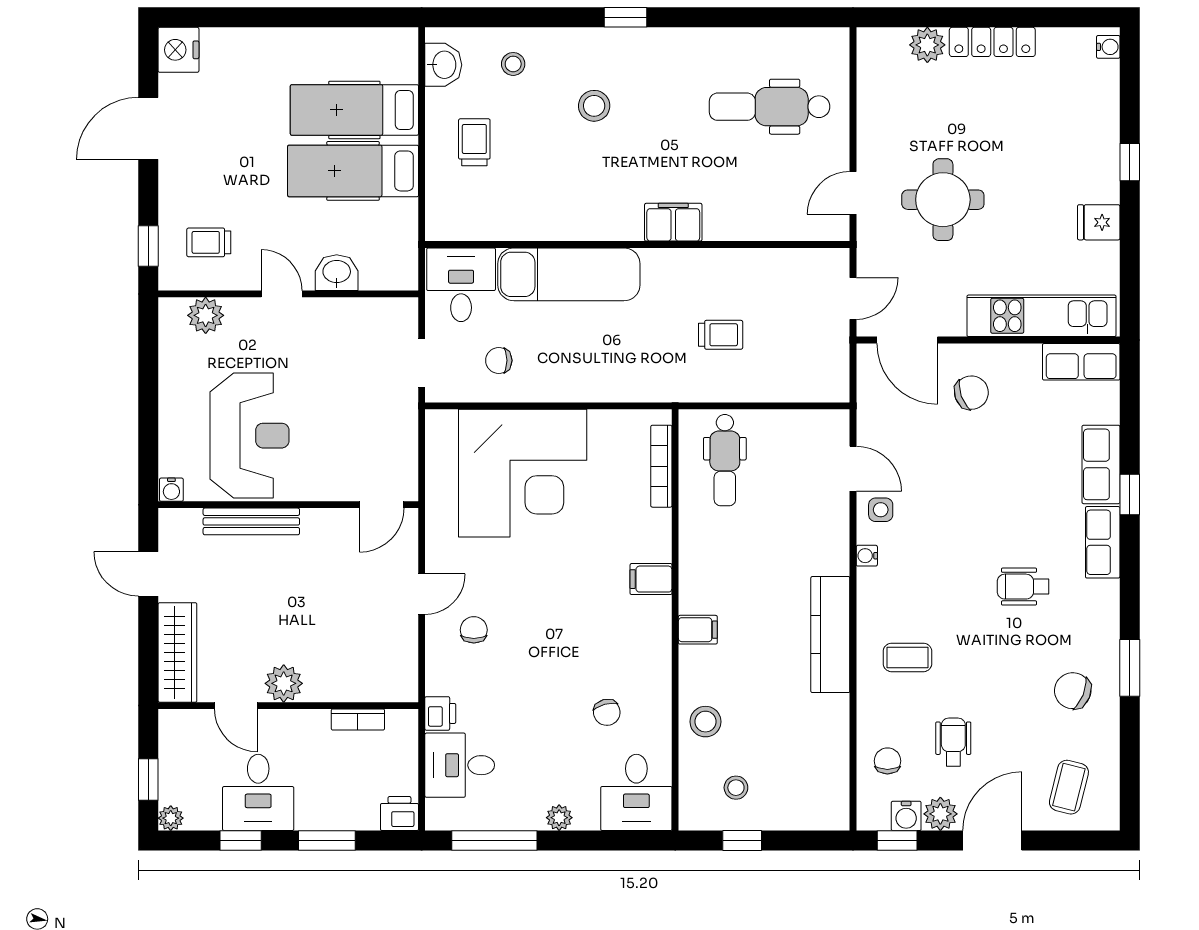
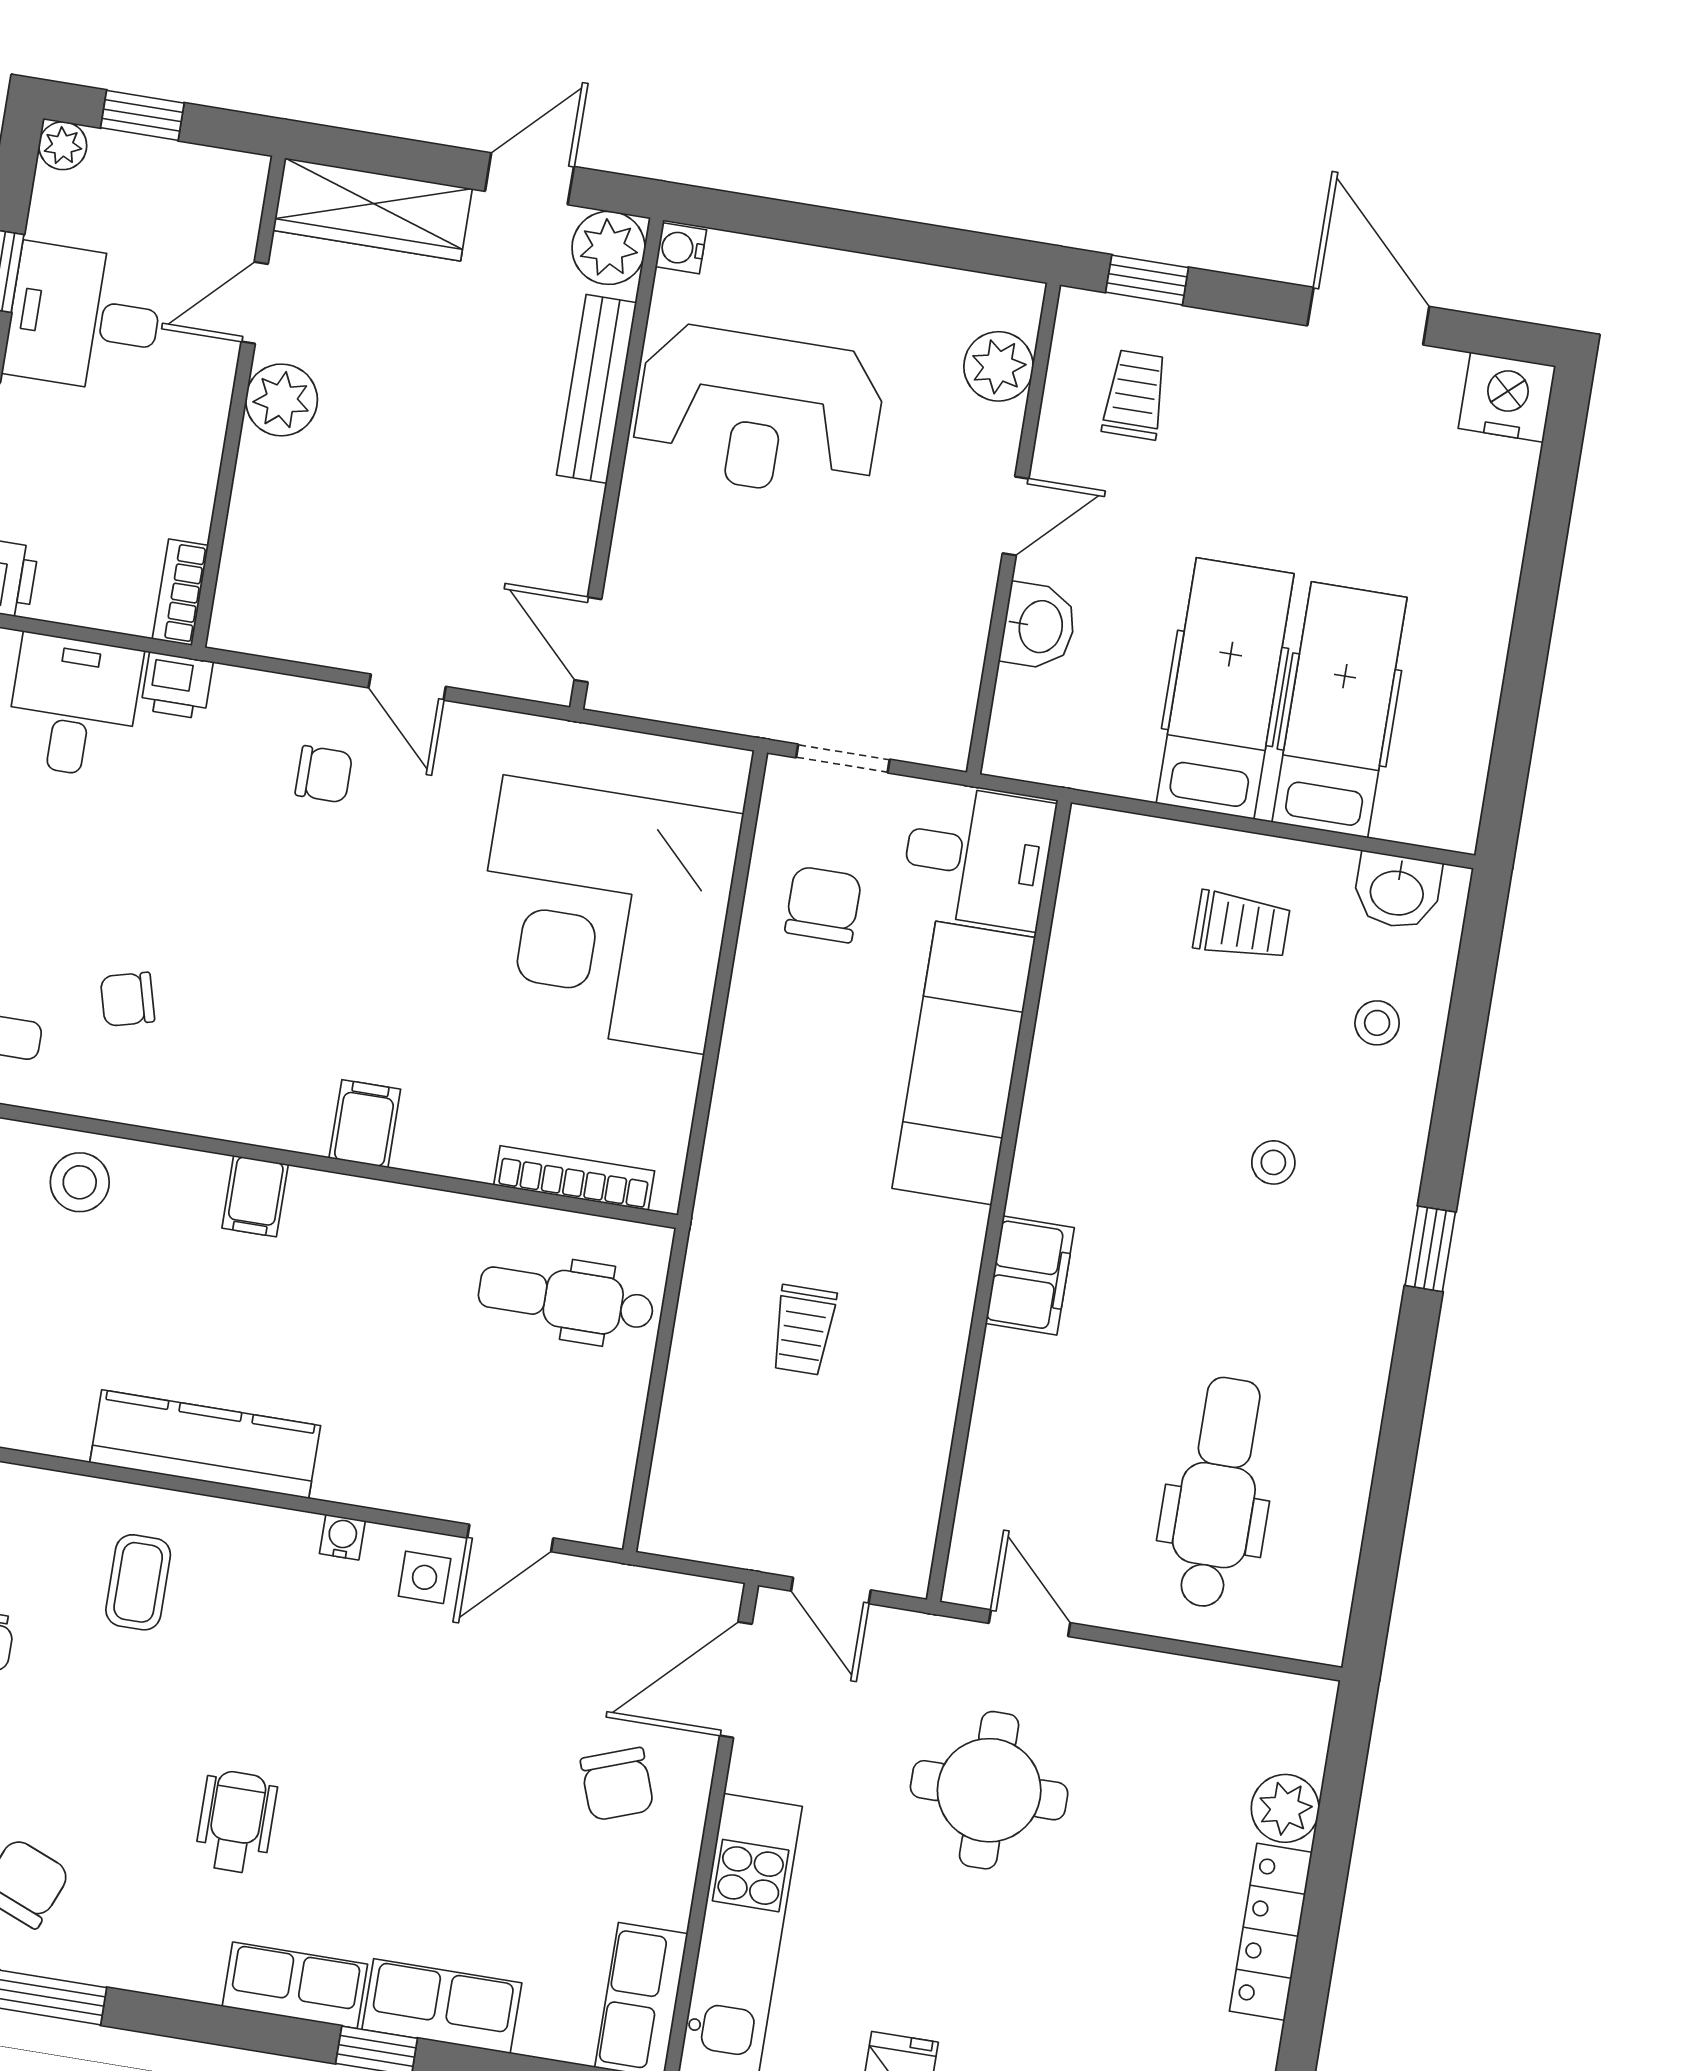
stool: (594, 106) -> (1273, 1162), width x0.73, depth x0.73
chair: (499, 360) -> (823, 904), width x1.37, depth x1.37
plant: (177, 527) -> (609, 248), added
bookcase: (358, 720) -> (180, 592), moved

